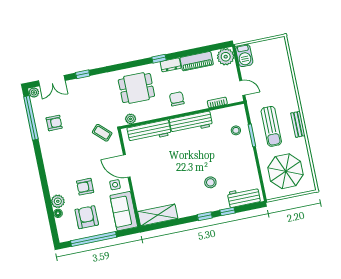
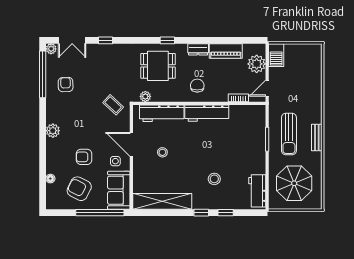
plant: (226, 57) -> (257, 64), moved
window: (159, 59) -> (167, 40), moved
door: (242, 88) -> (267, 88), swing flipped
armchair: (54, 123) -> (66, 85), turned -92
stool: (236, 130) -> (162, 152), moved
workbench: (244, 197) -> (257, 191), moved, turned -90
plant: (58, 201) -> (53, 131), moved
shelving: (158, 215) -> (162, 201), width x1.47
armchair: (87, 217) -> (79, 189), turned -63
window: (94, 239) -> (100, 213), moved

